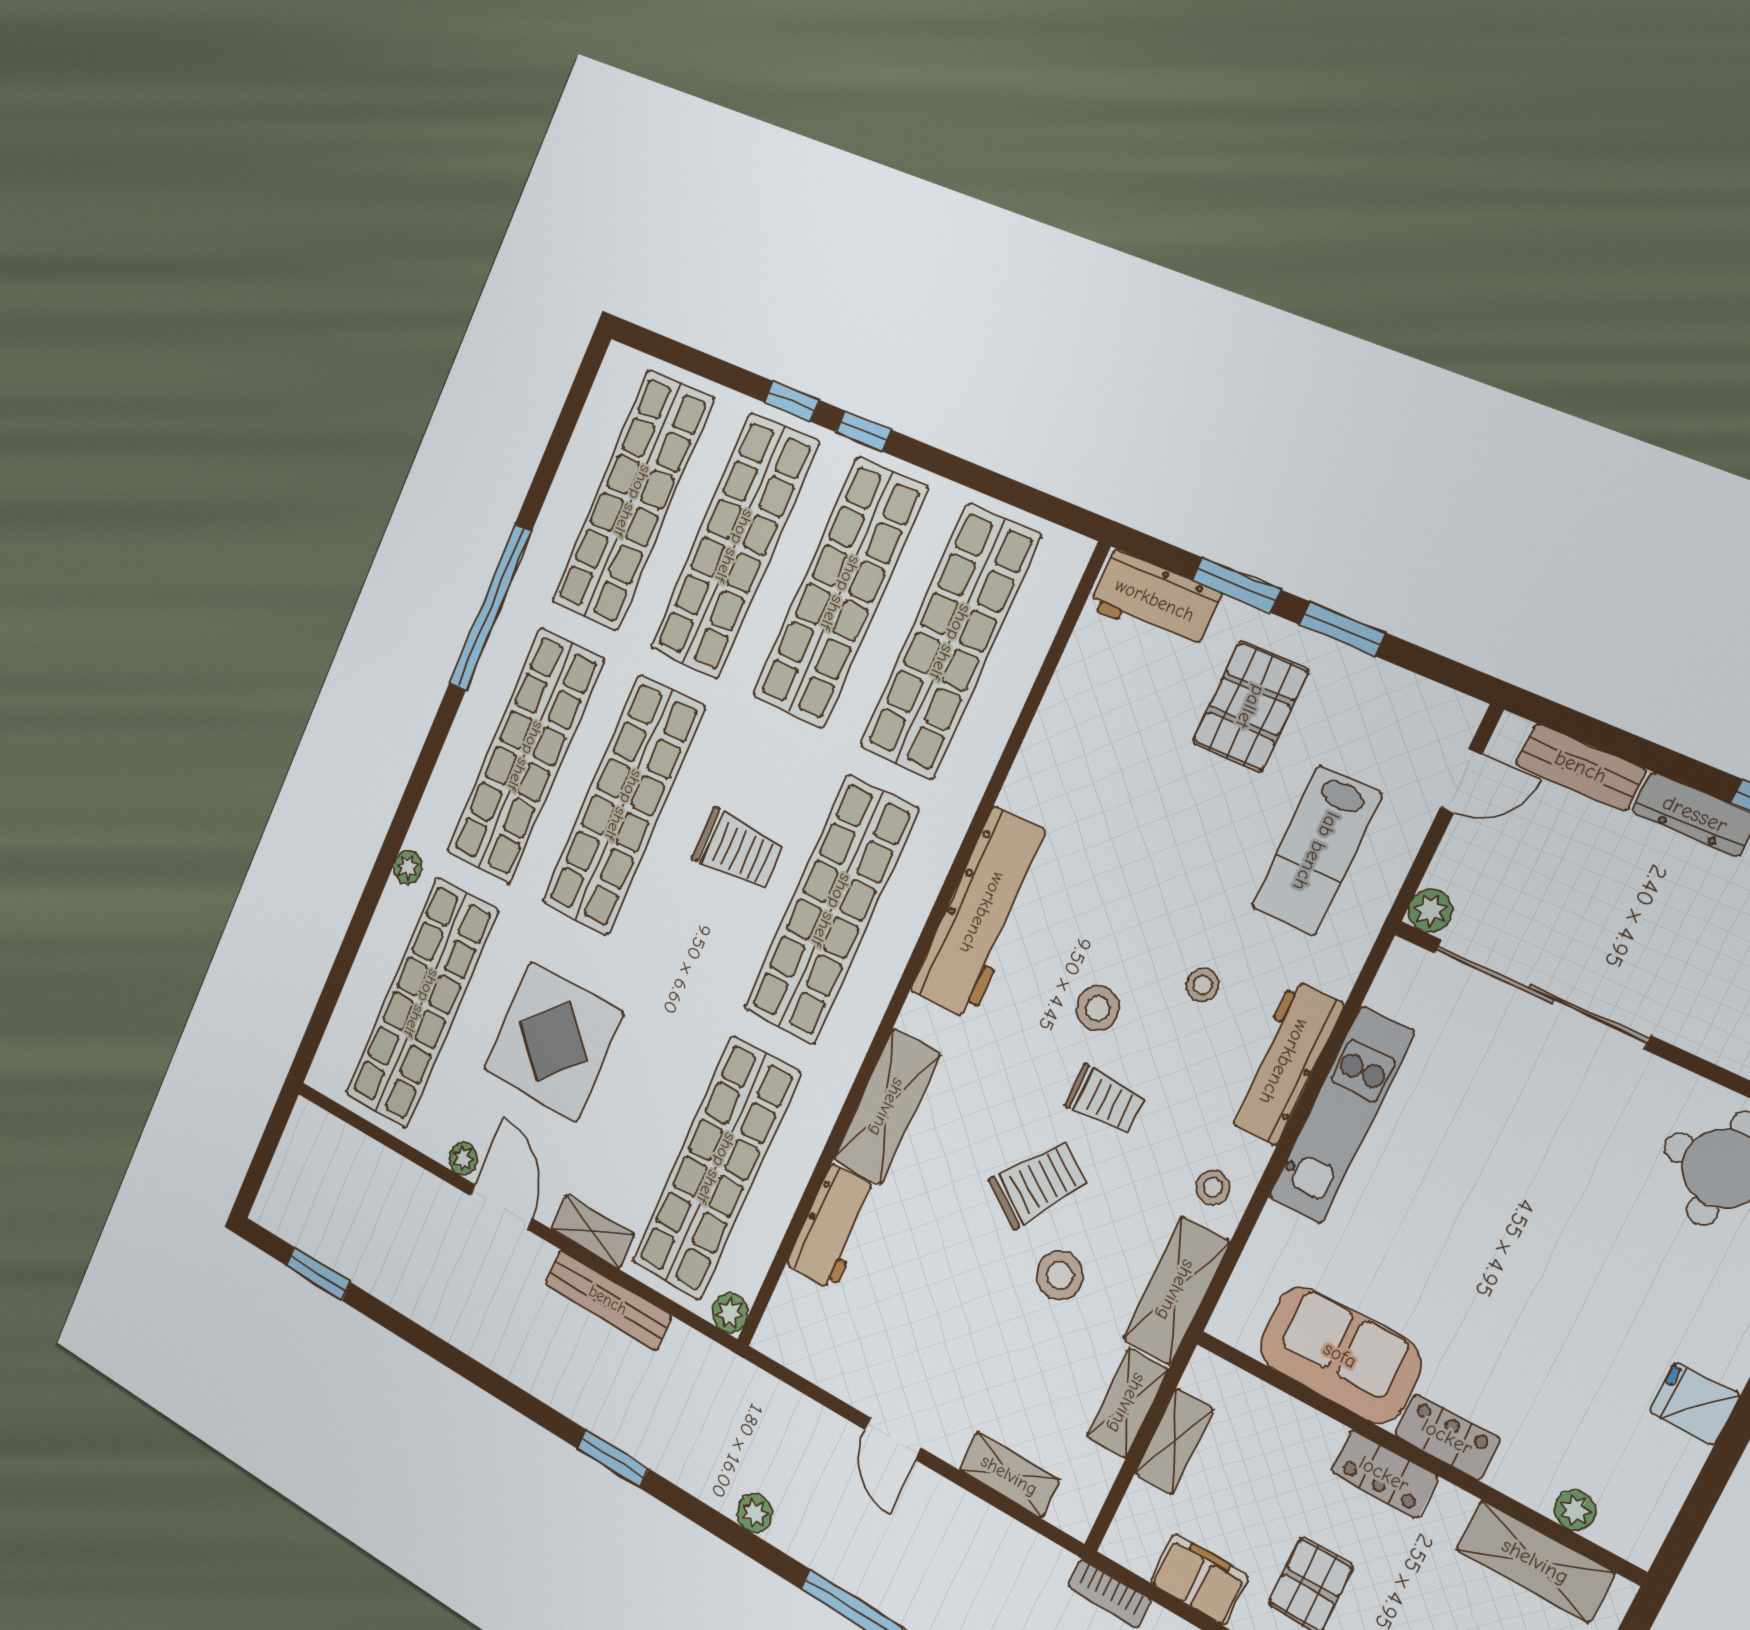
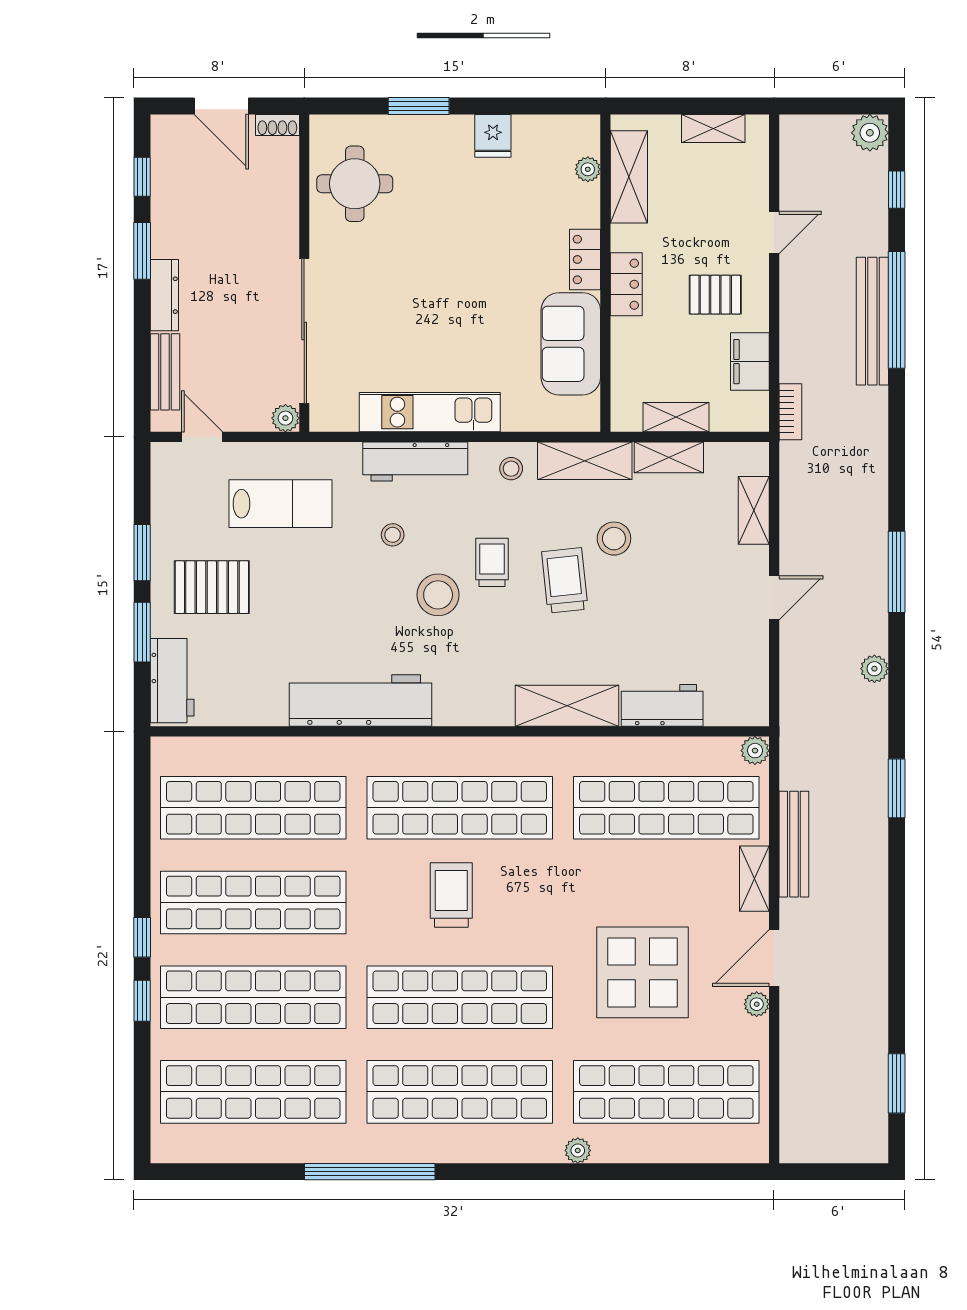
workbench: (982, 913) -> (361, 701), moved
stool: (1098, 1008) -> (438, 595), width x1.38, depth x1.38
trolley: (1038, 1184) -> (565, 580), turned 49

